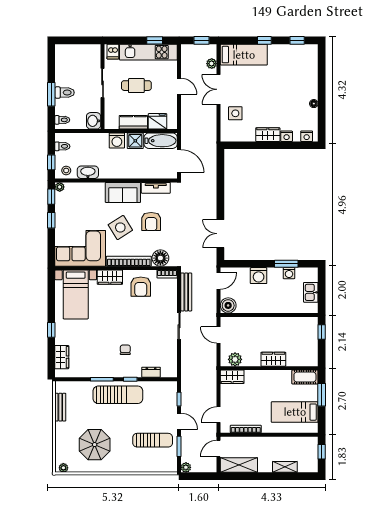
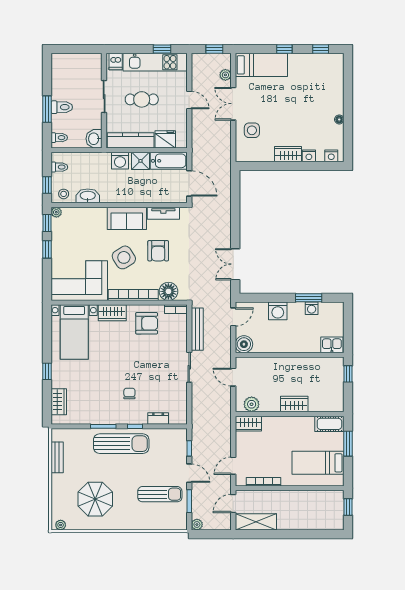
kitchen counter: (133, 122) -> (131, 140), width x1.50
armchair: (141, 287) -> (147, 323), turned -90
kitchen sink: (311, 292) -> (332, 345), moved, turned 90
shelving: (285, 467) -> (307, 524), removed

